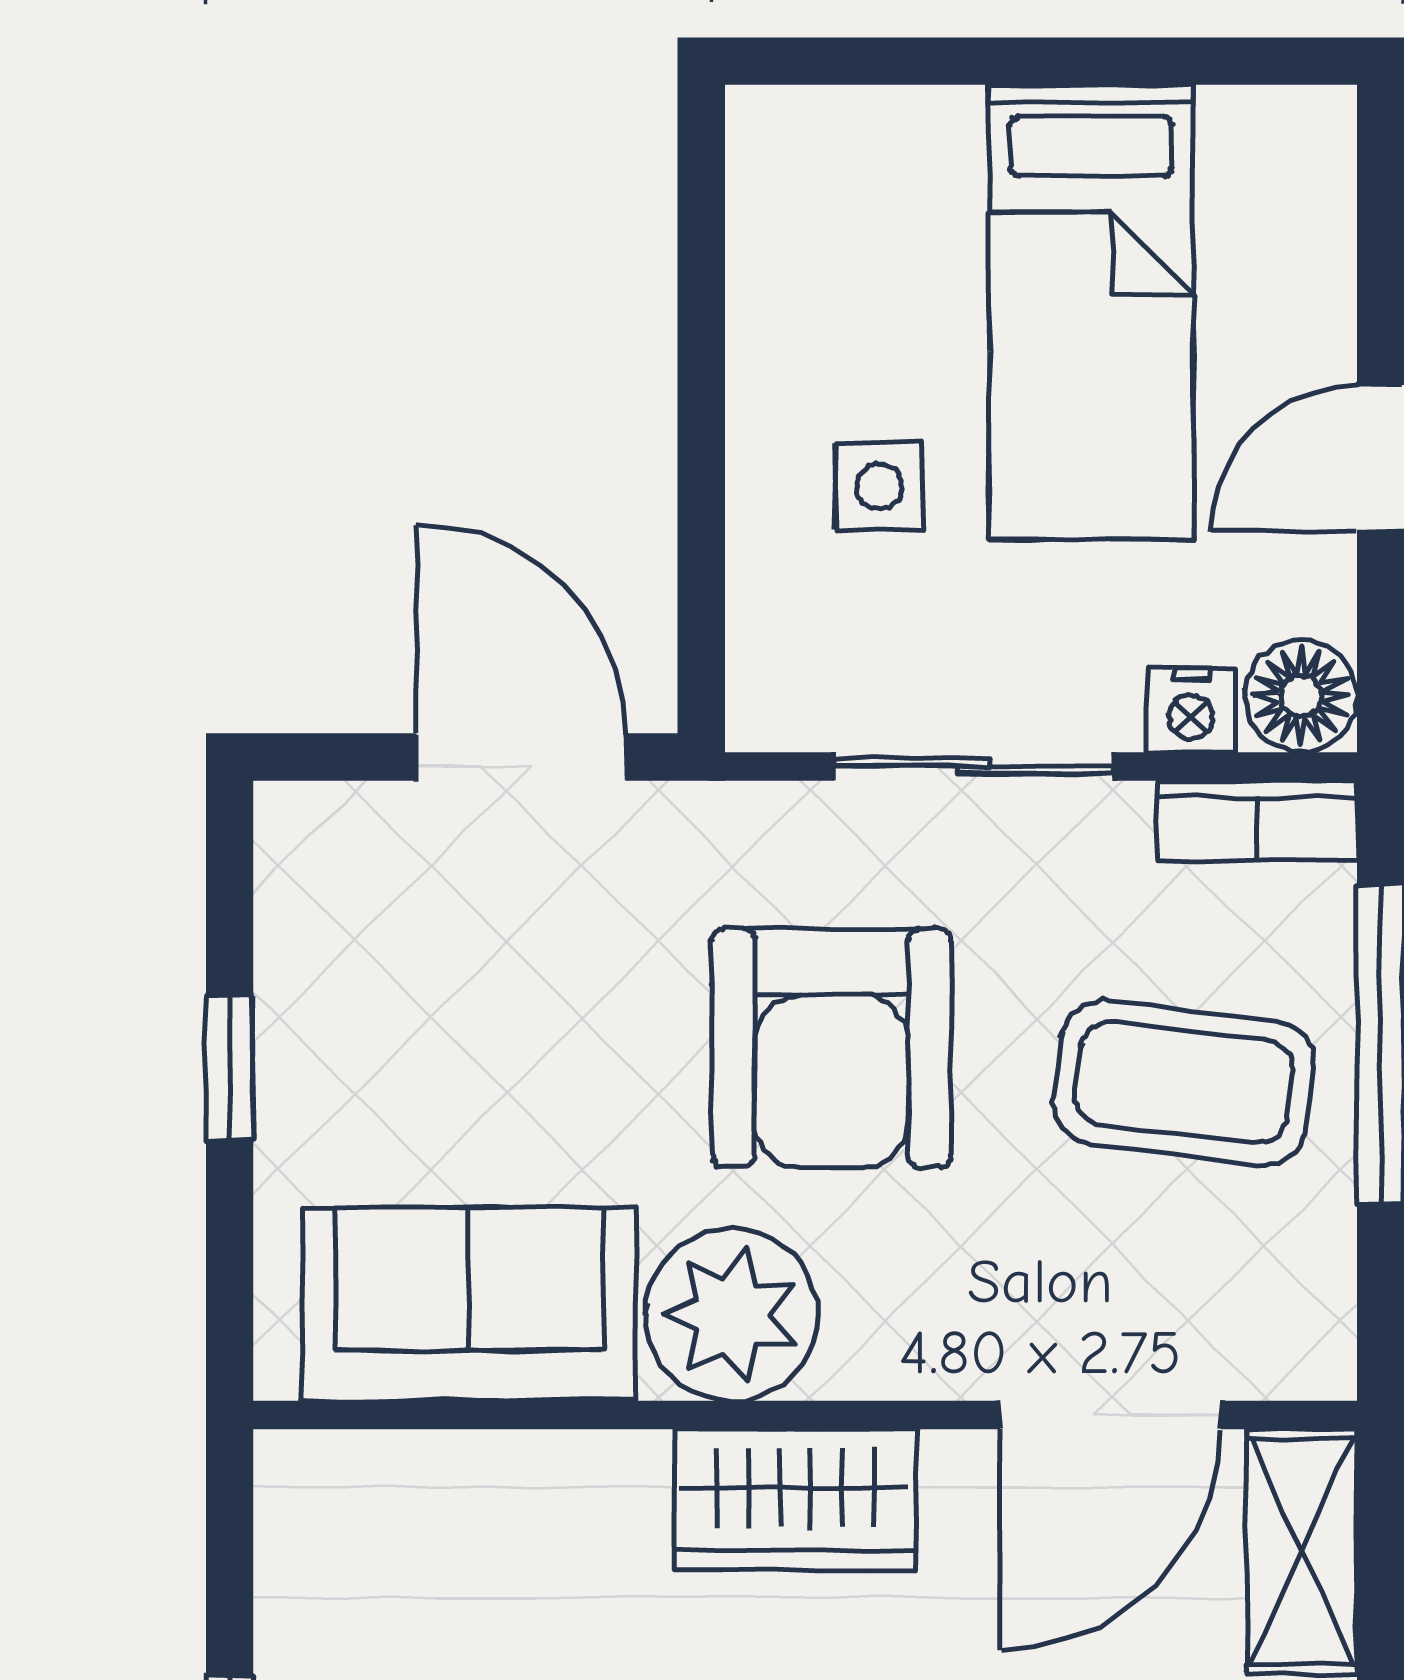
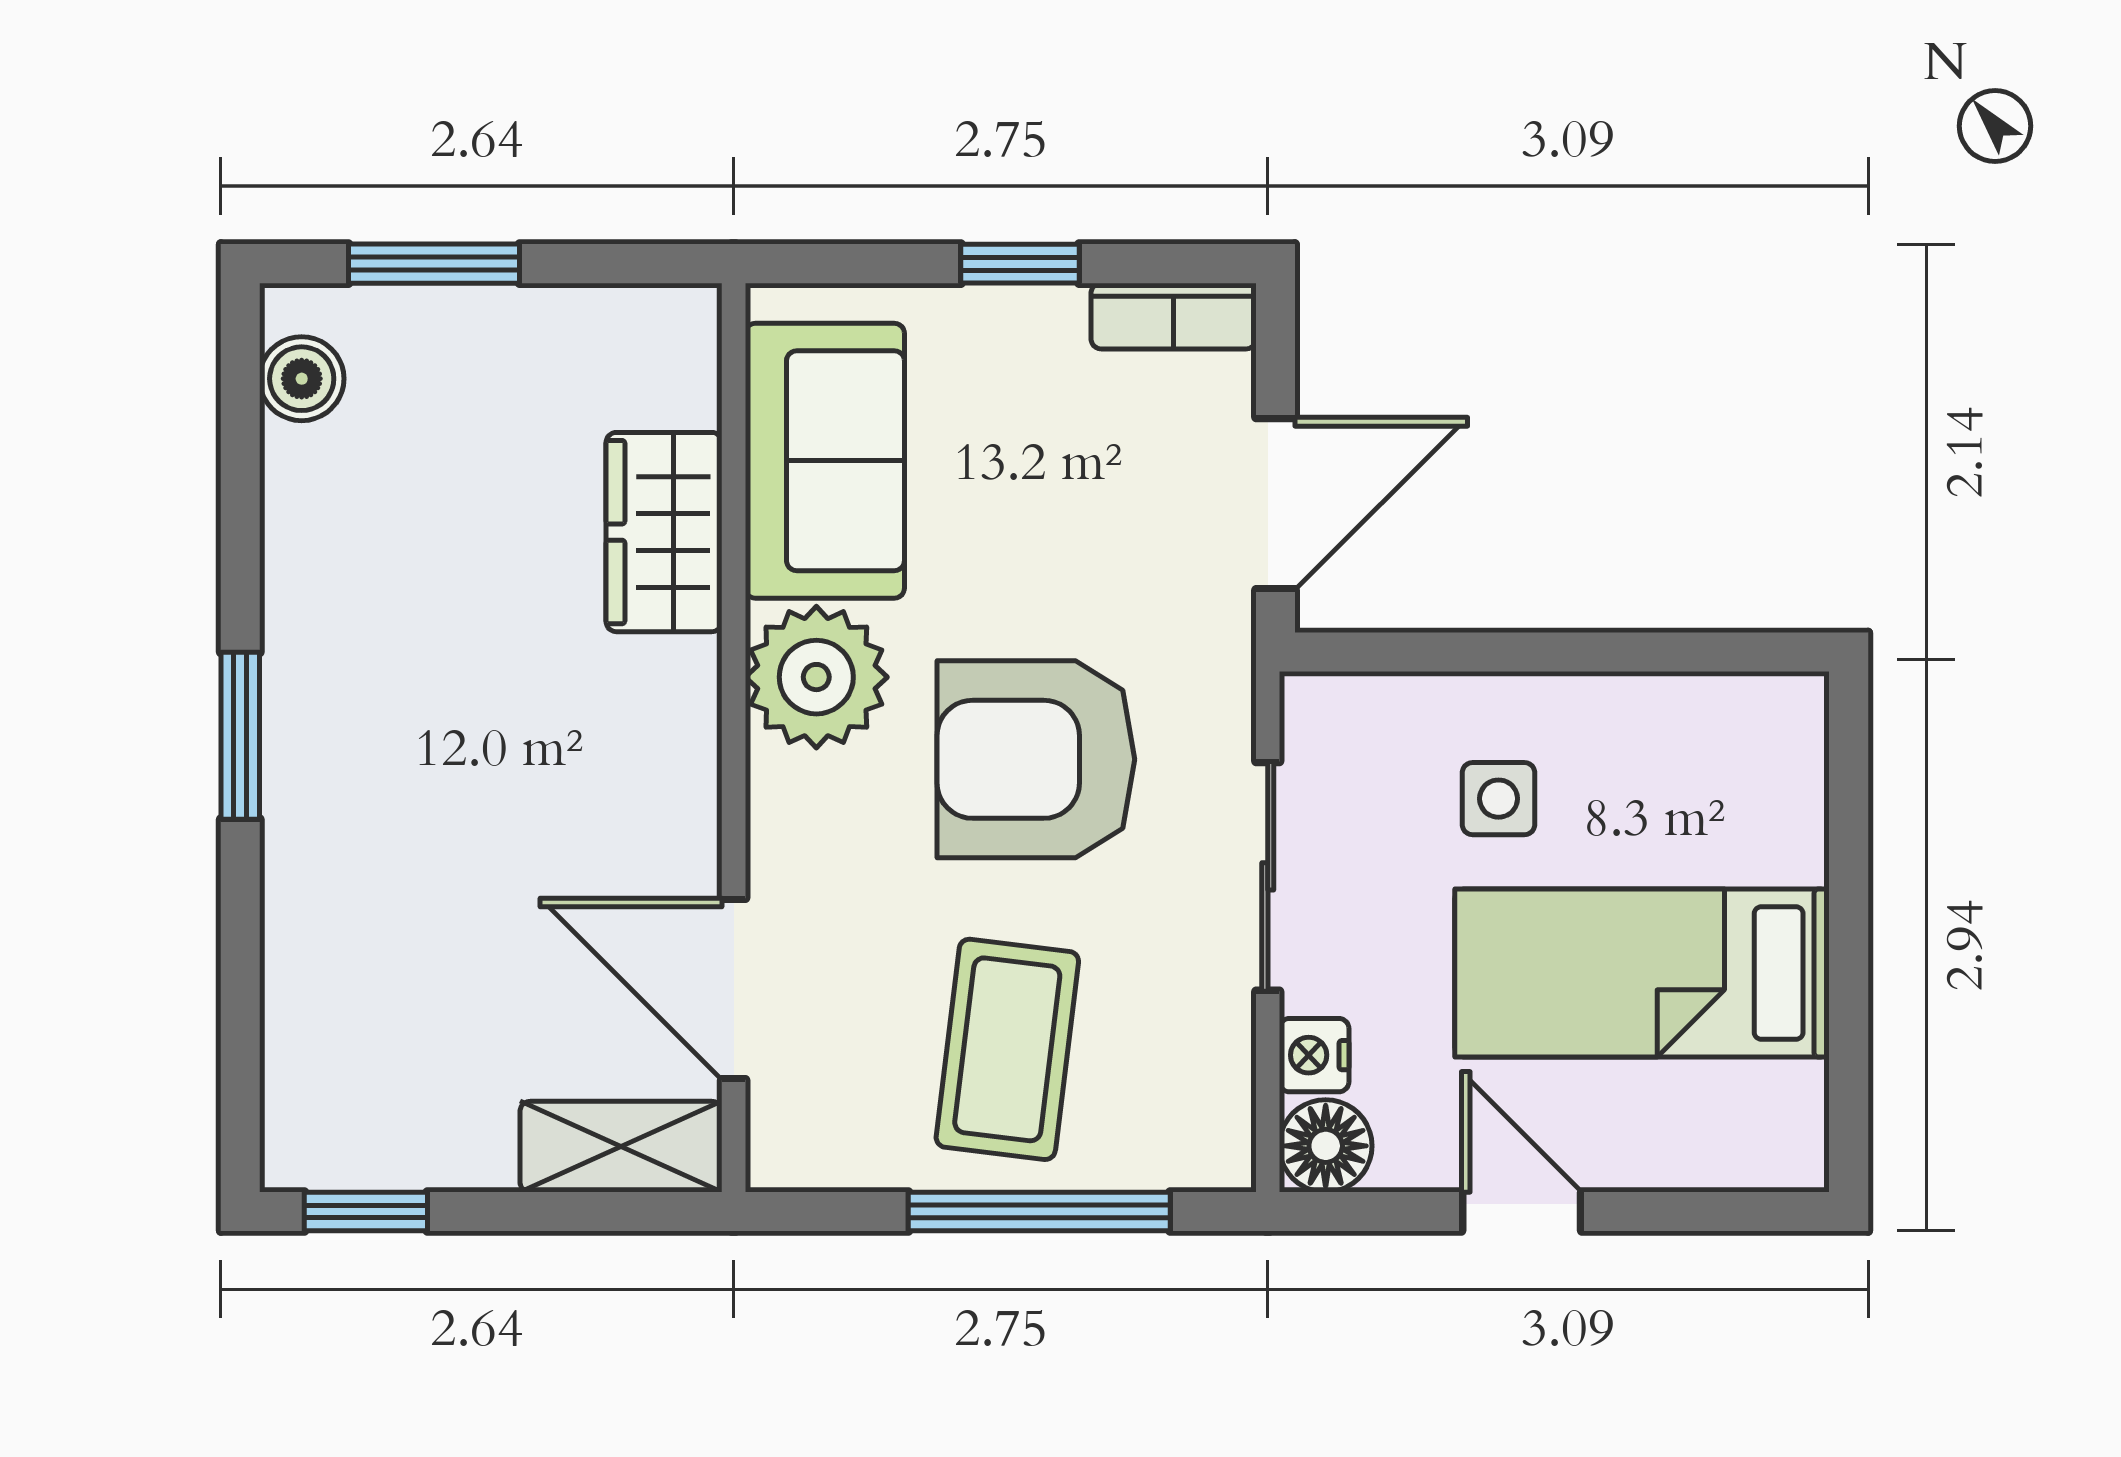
bookcase: (1257, 821) -> (1174, 316), moved, turned -90
wardrobe: (795, 1499) -> (664, 532), moved

